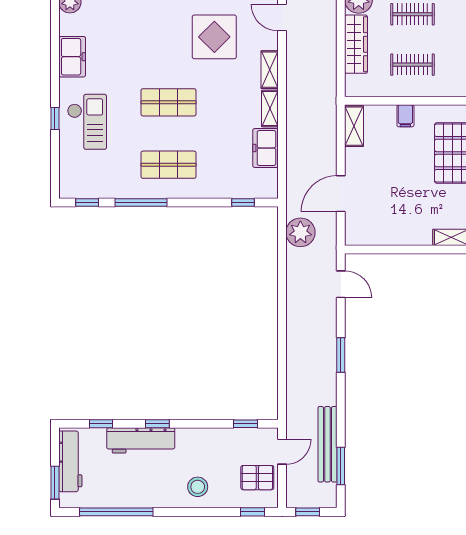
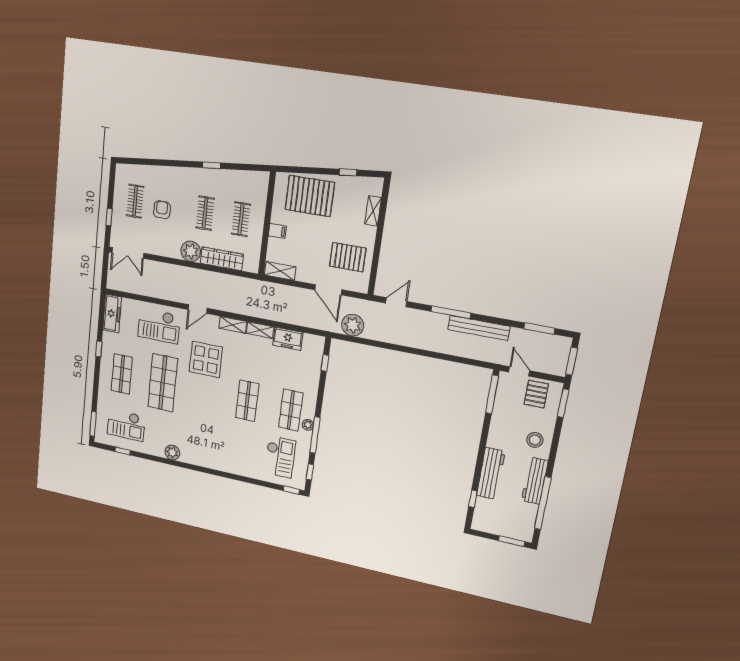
freezer: (72, 57) -> (209, 459), removed
window: (55, 118) -> (291, 490), moved
checkout: (87, 122) -> (280, 457), moved, turned 90
plant: (153, 191) -> (308, 425), added
pallet: (387, 213) -> (348, 257), added
window: (341, 355) -> (451, 312), width x1.44
window: (157, 424) -> (480, 459), removed
window: (246, 424) -> (492, 394), width x2.17
bench: (327, 444) -> (479, 328), moved
workbench: (70, 461) -> (535, 481), moved, turned -90
window: (253, 512) -> (563, 403), width x1.50
window: (308, 512) -> (572, 361), width x1.50

